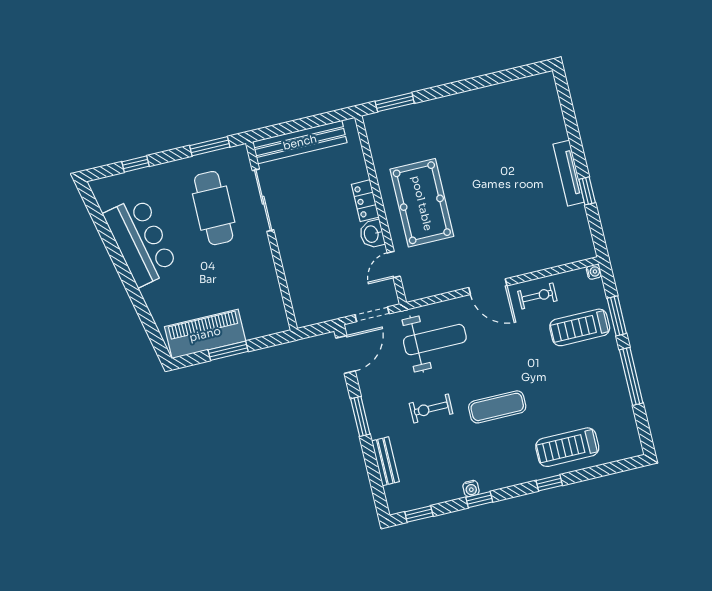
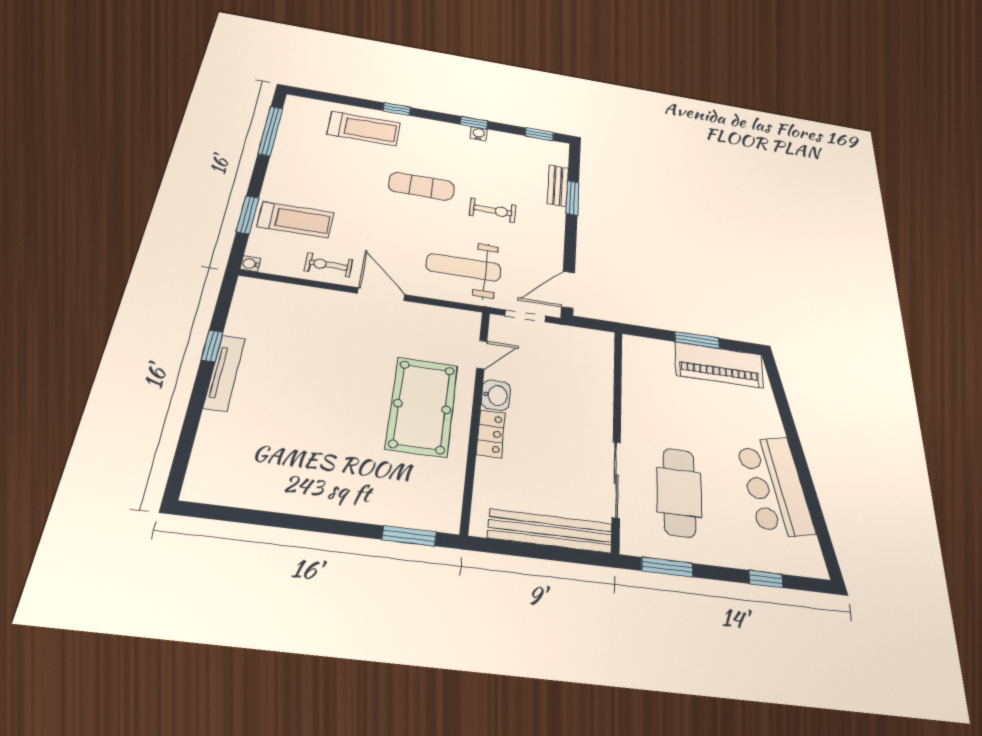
window: (631, 376) -> (270, 131), moved
window: (360, 416) -> (573, 198), moved

